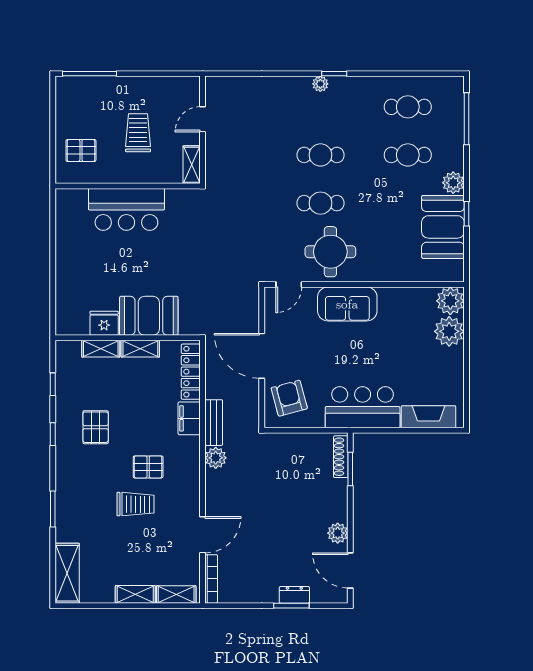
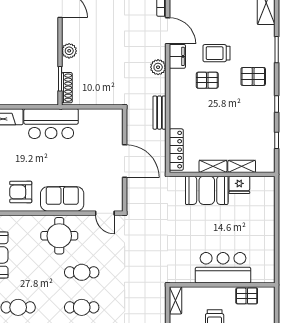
pallet: (81, 150) -> (247, 296), moved
round table: (330, 252) -> (59, 236), moved
door: (289, 284) -> (105, 213), swing flipped
armchair: (289, 398) -> (21, 192), moved, turned 105
filing cabinet: (189, 418) -> (177, 56), moved
pallet: (96, 427) -> (253, 76), moved, turned 90
plant: (216, 458) -> (158, 67), moved
plant: (338, 533) -> (69, 51), moved
door: (203, 535) -> (168, 31), swing flipped

